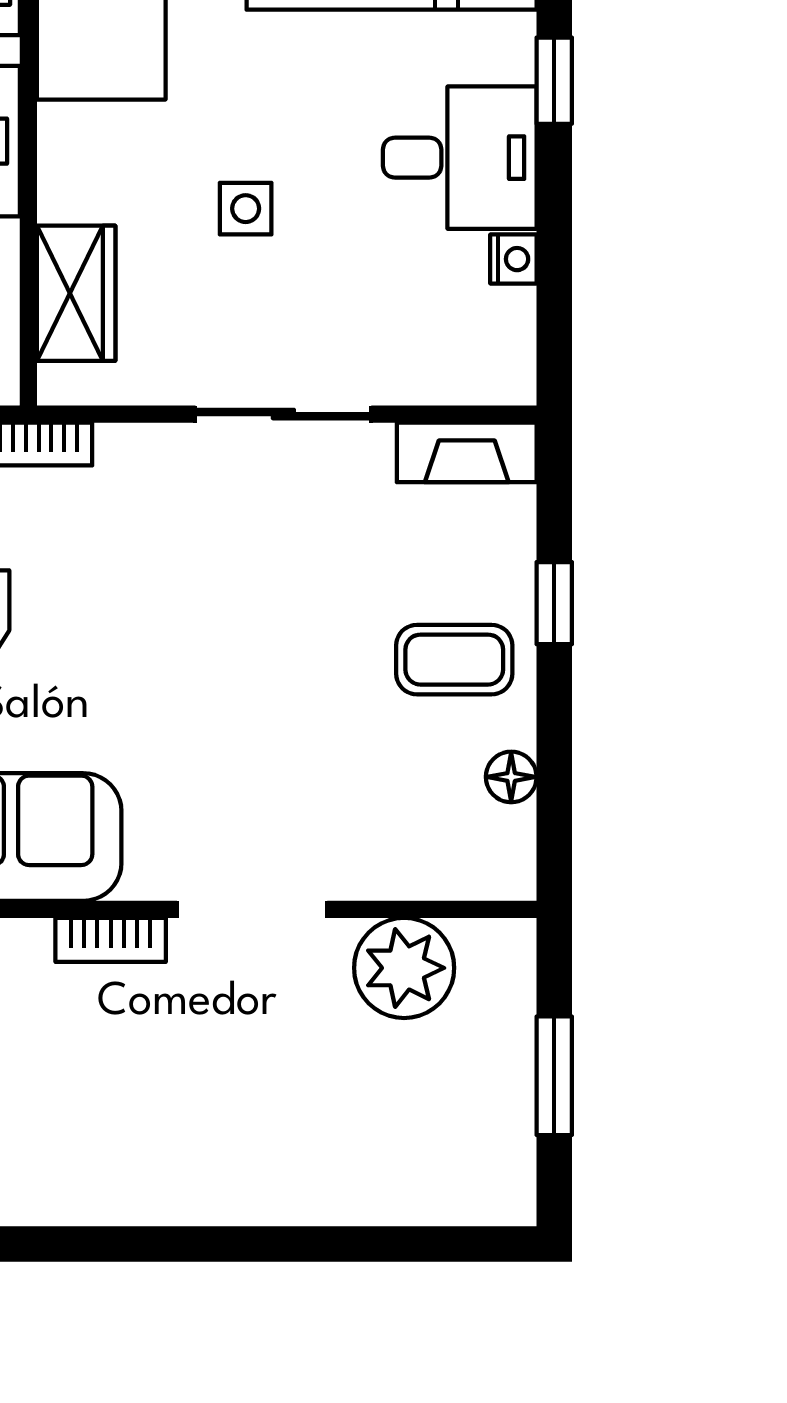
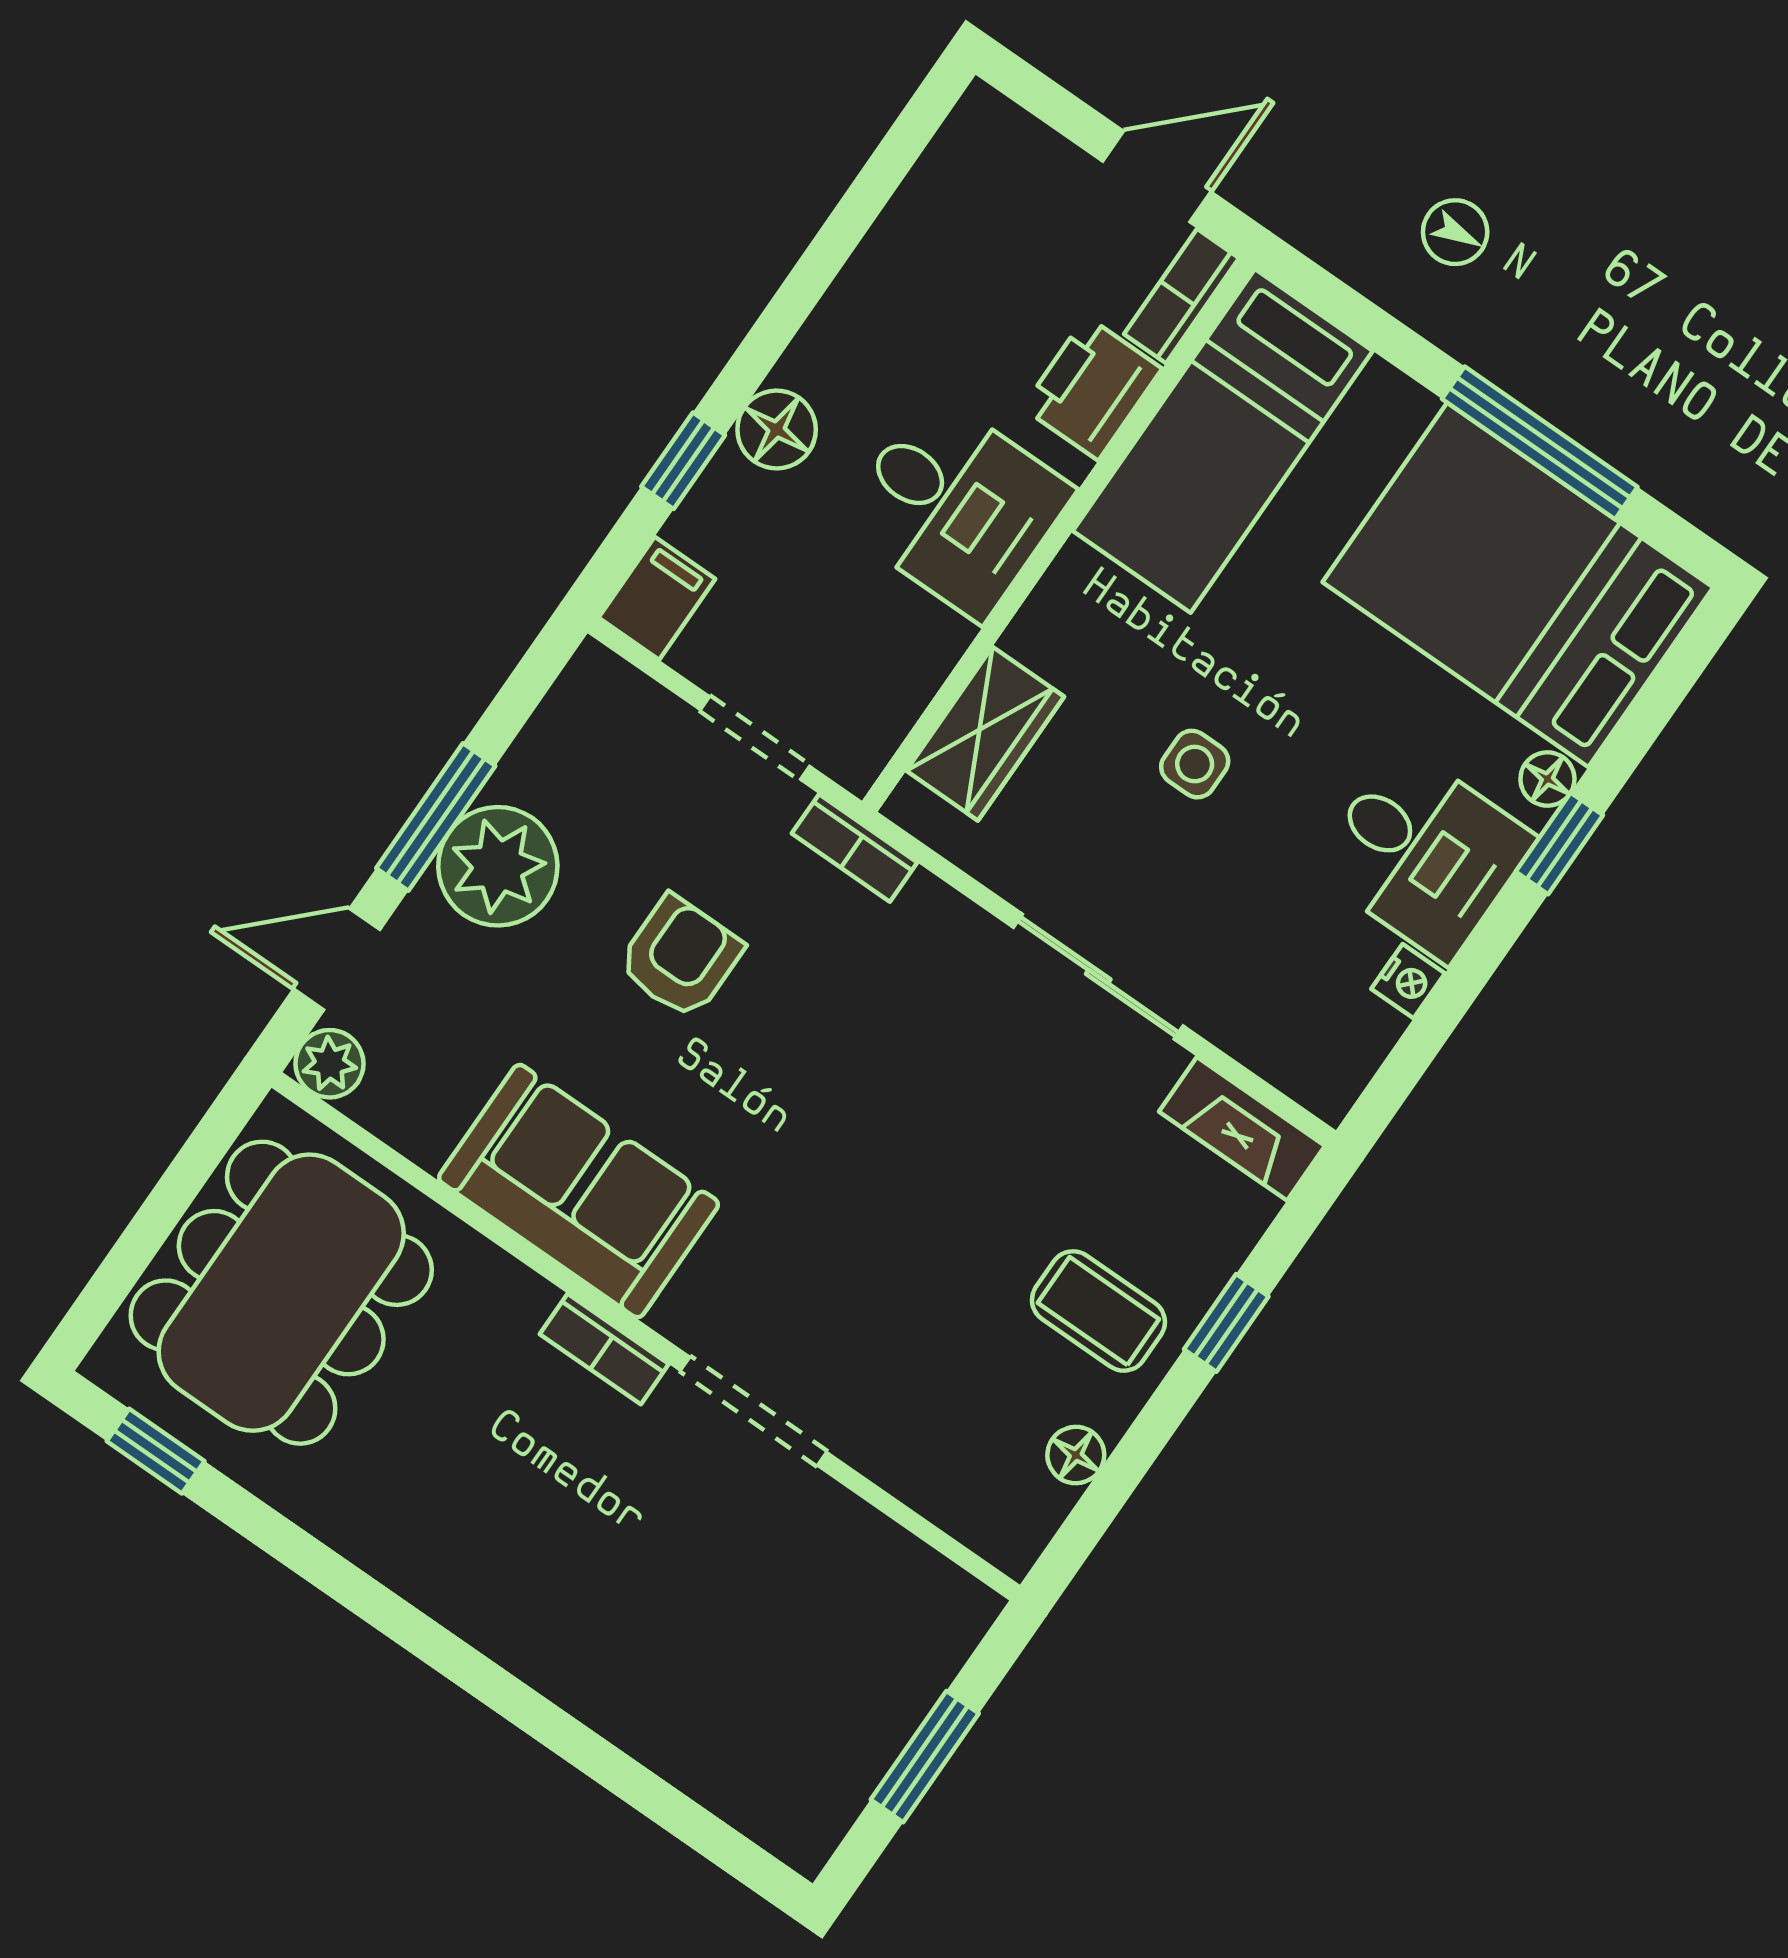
floor lamp: (512, 39) -> (1547, 779), added
plant: (404, 968) -> (856, 1562), removed

